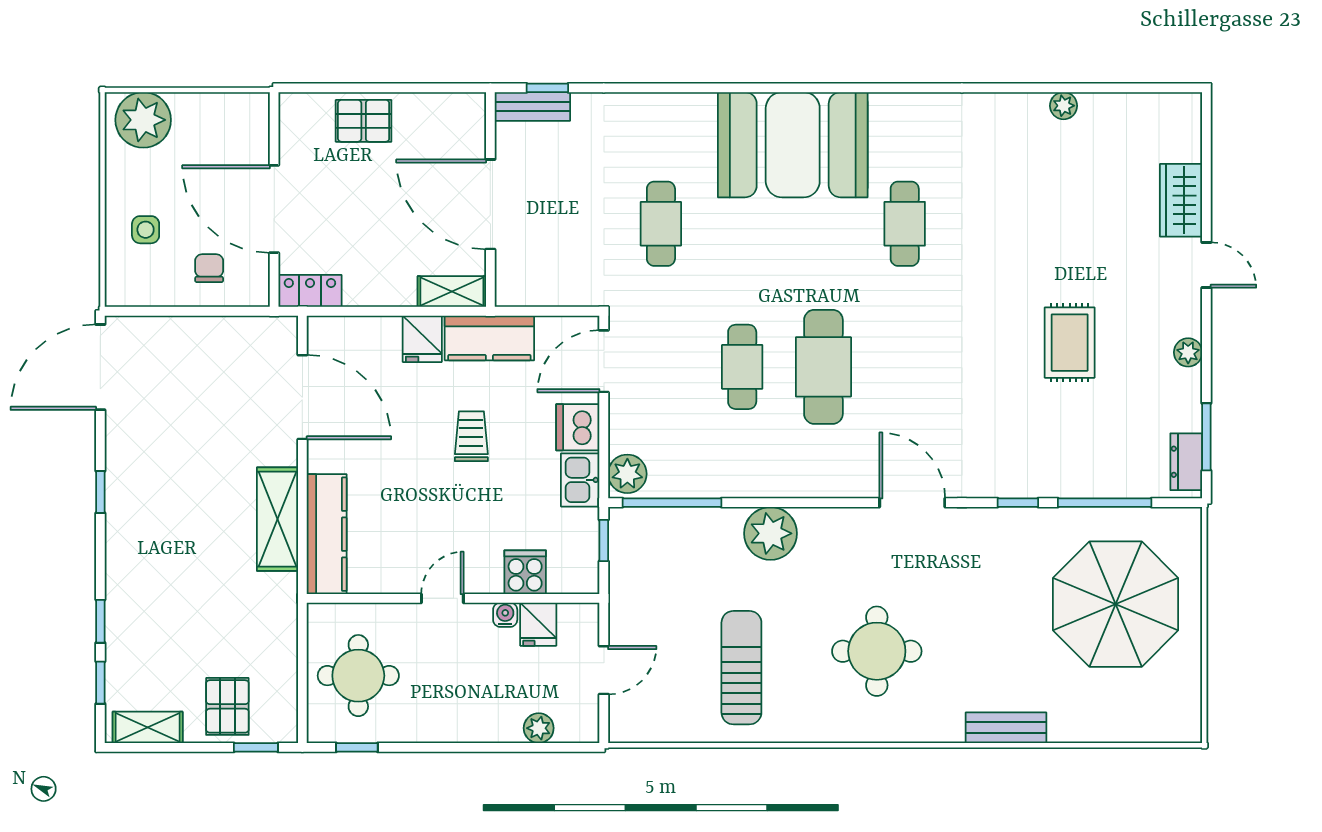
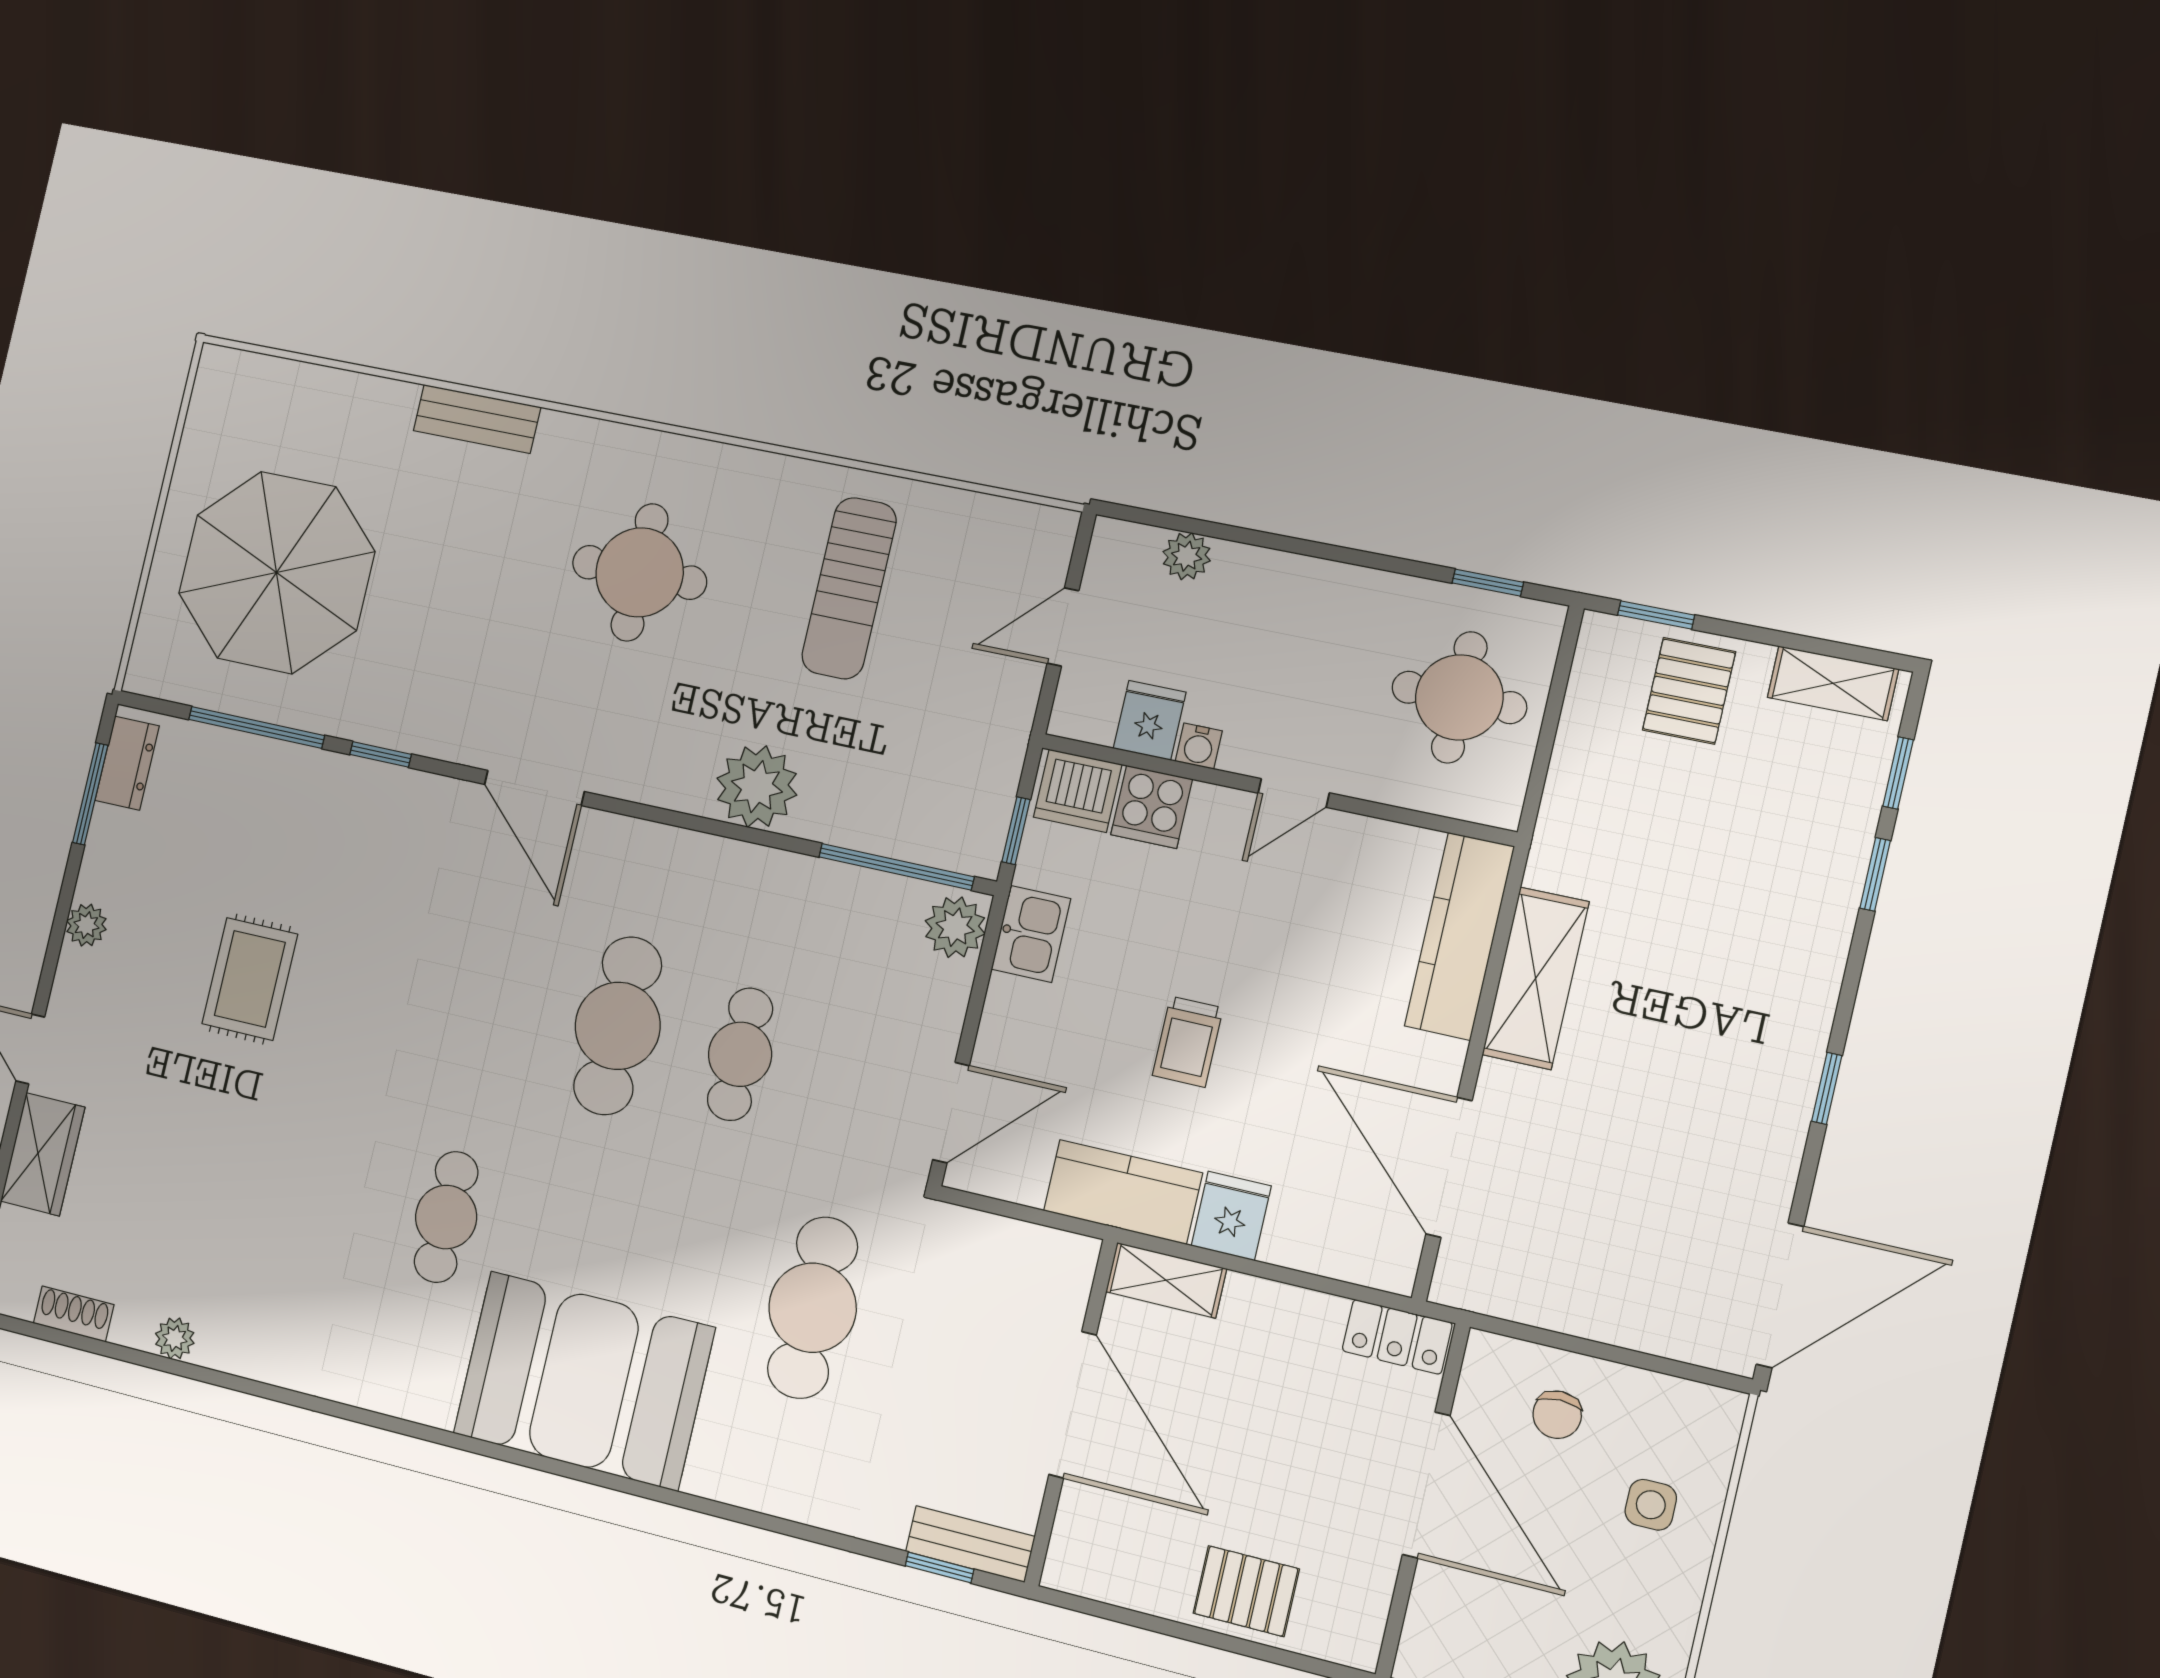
shoe rack: (1135, 105) -> (74, 1314), added
cafe table: (661, 224) -> (813, 1308), width x1.37, depth x1.35
dishwasher: (578, 427) -> (1078, 791), moved, turned 90

